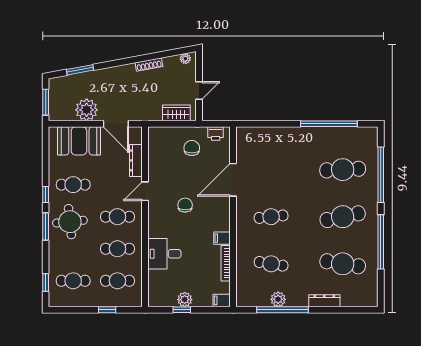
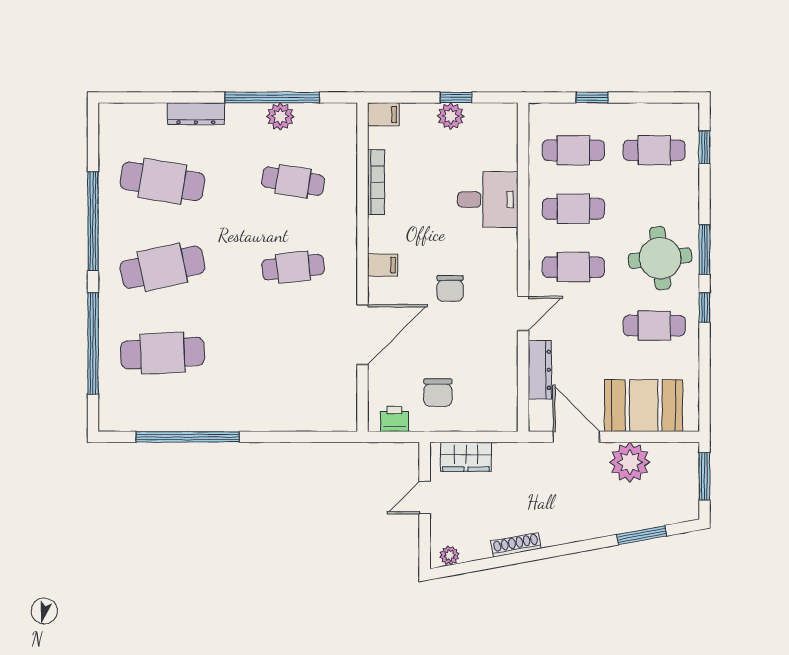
filing cabinet: (222, 238) -> (383, 265), moved

